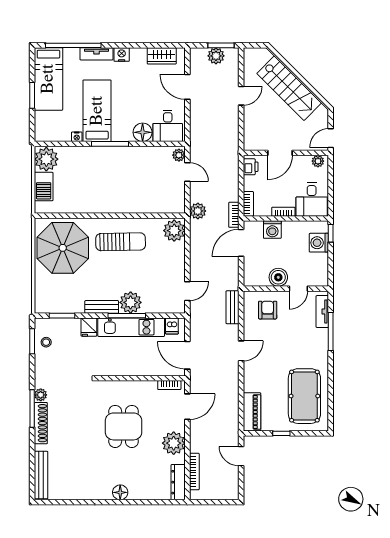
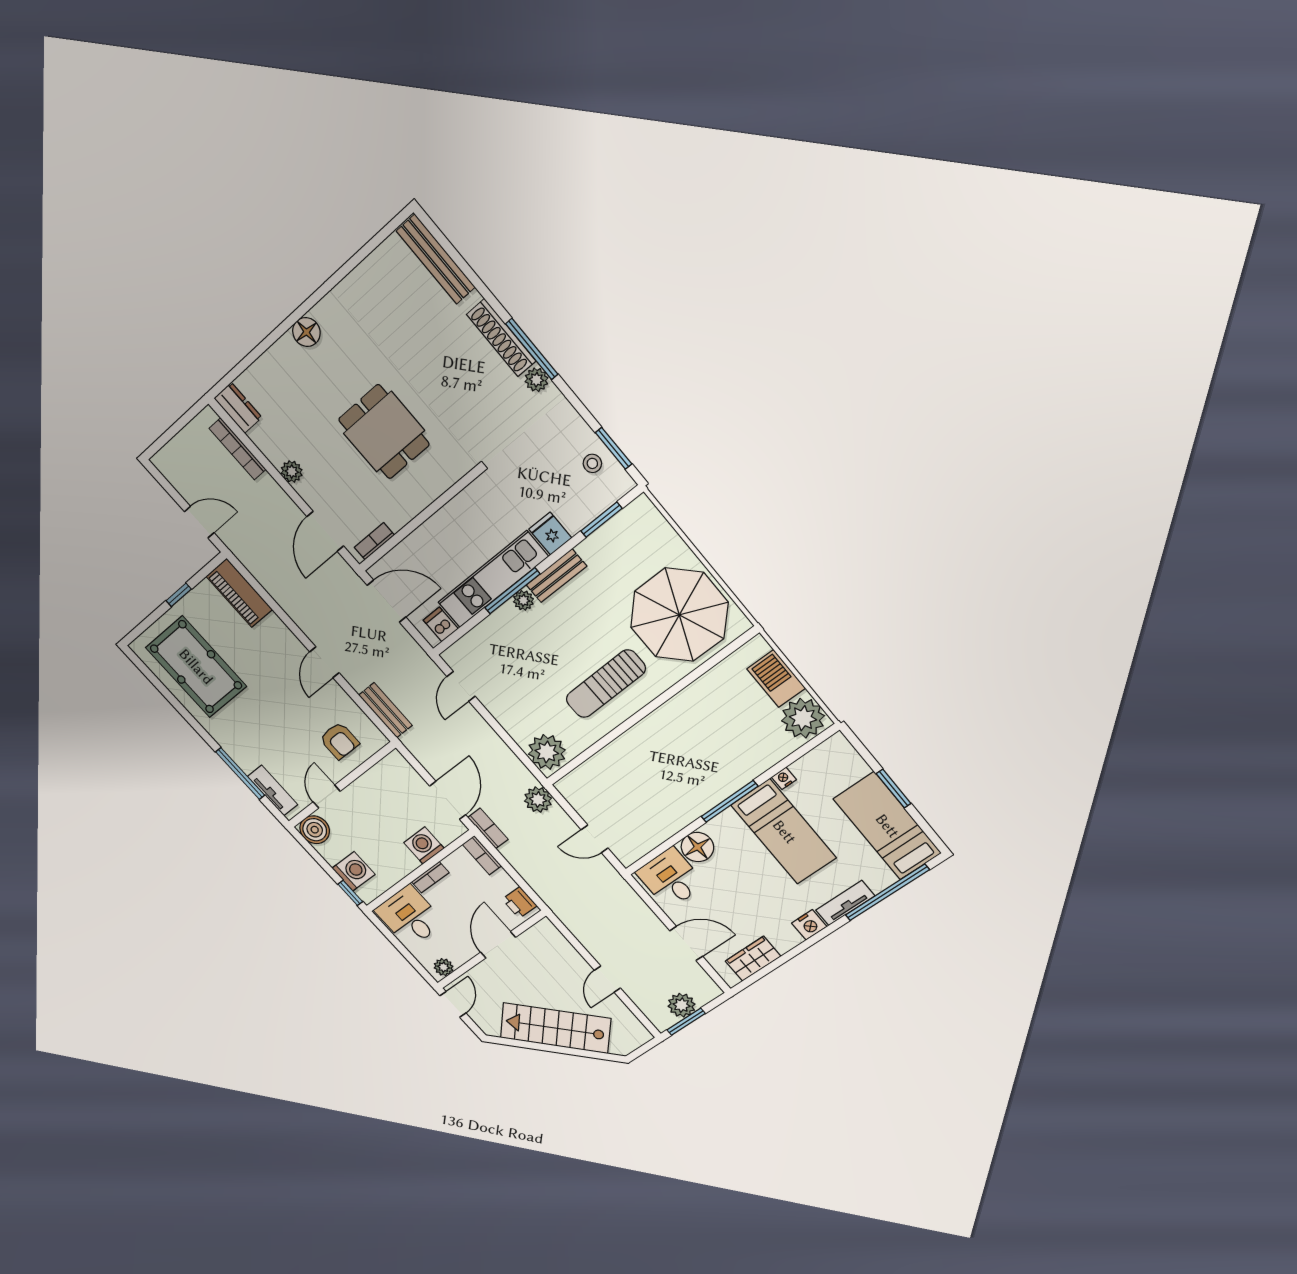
plant: (179, 155) -> (624, 852), removed
boiler: (278, 277) -> (315, 830), moved
plant: (131, 302) -> (523, 600), width x0.53, depth x0.53
plant: (174, 443) -> (292, 472), width x0.53, depth x0.53
dresser: (178, 482) -> (238, 408), width x0.70

